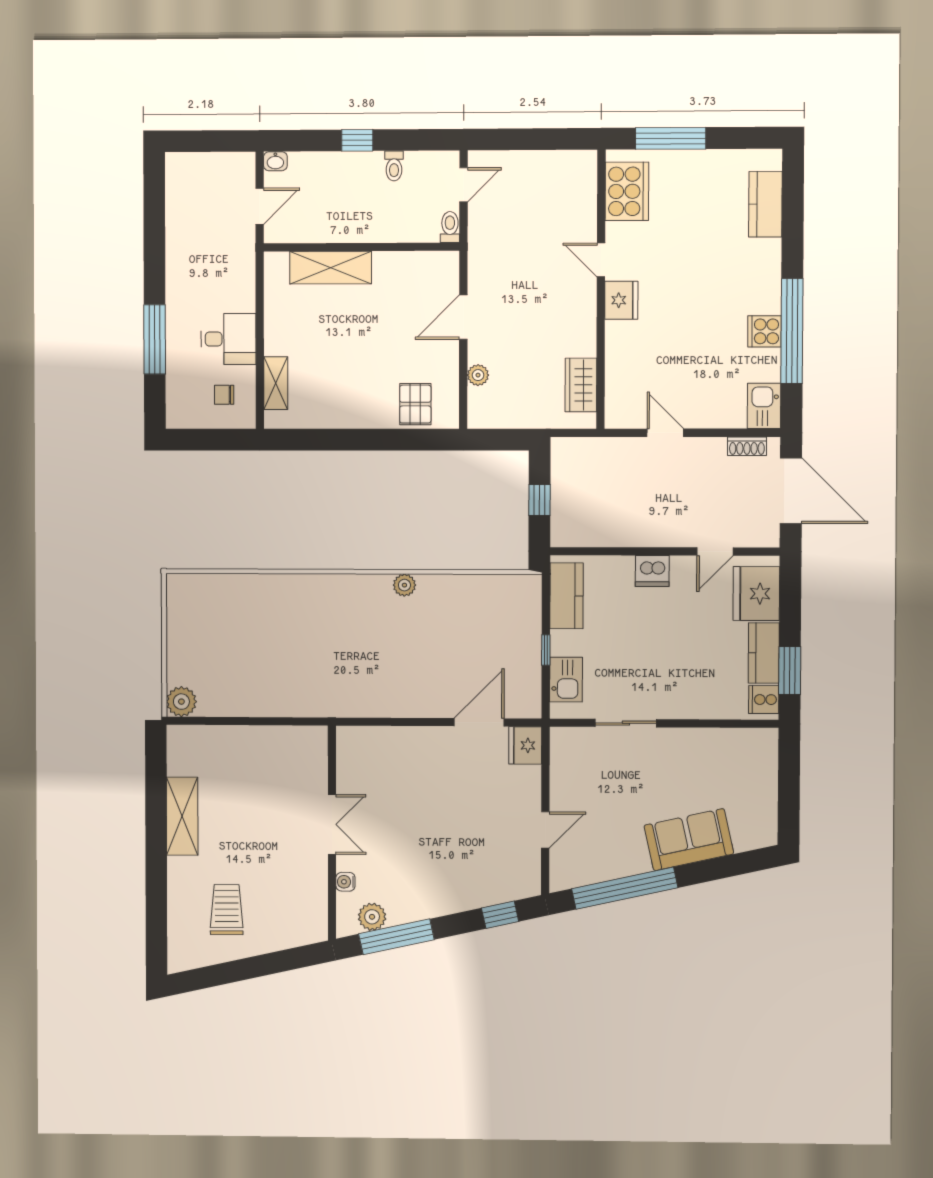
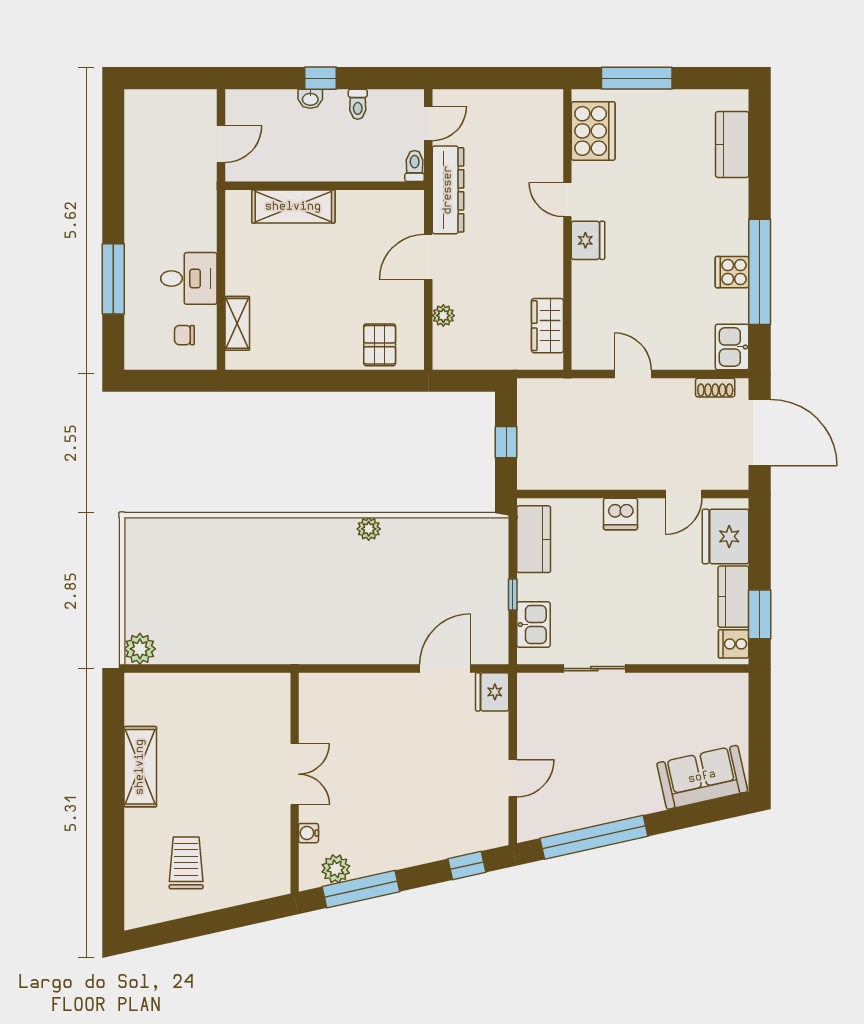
washbasin: (275, 161) -> (310, 99), moved
dresser: (483, 251) -> (448, 190), added
sofa: (689, 840) -> (702, 777), moved

